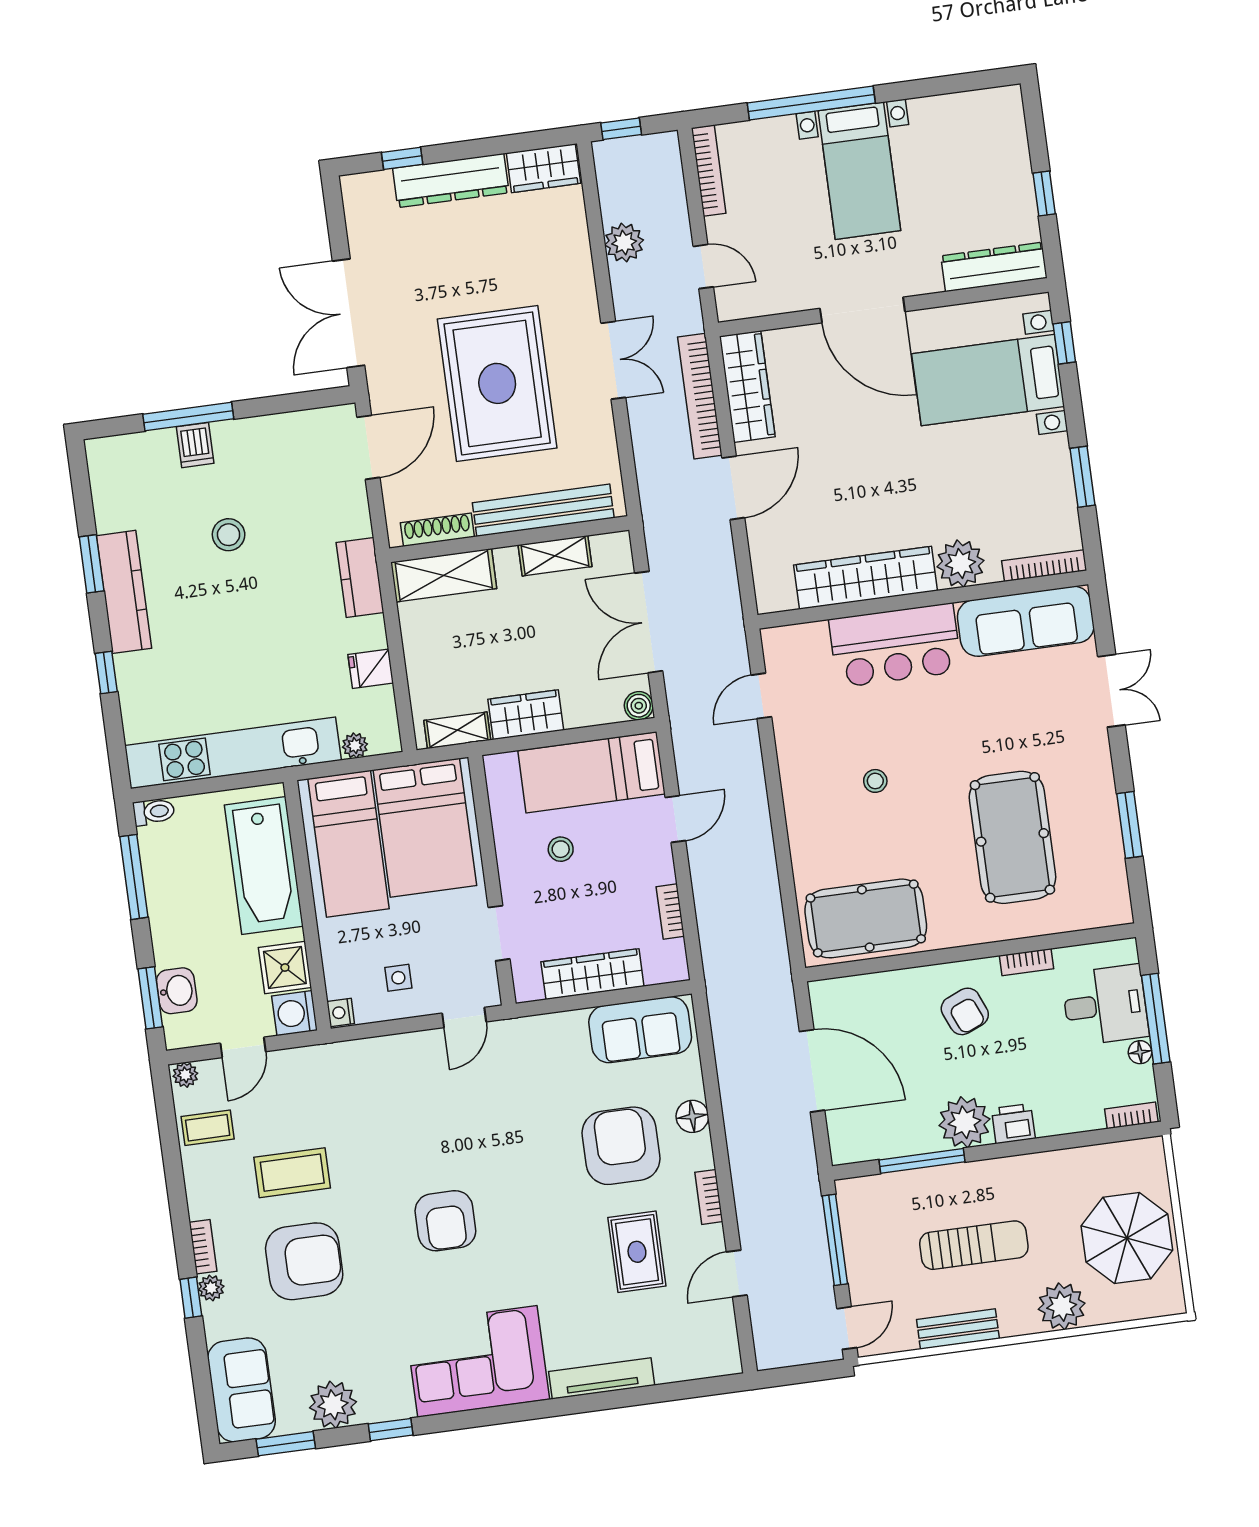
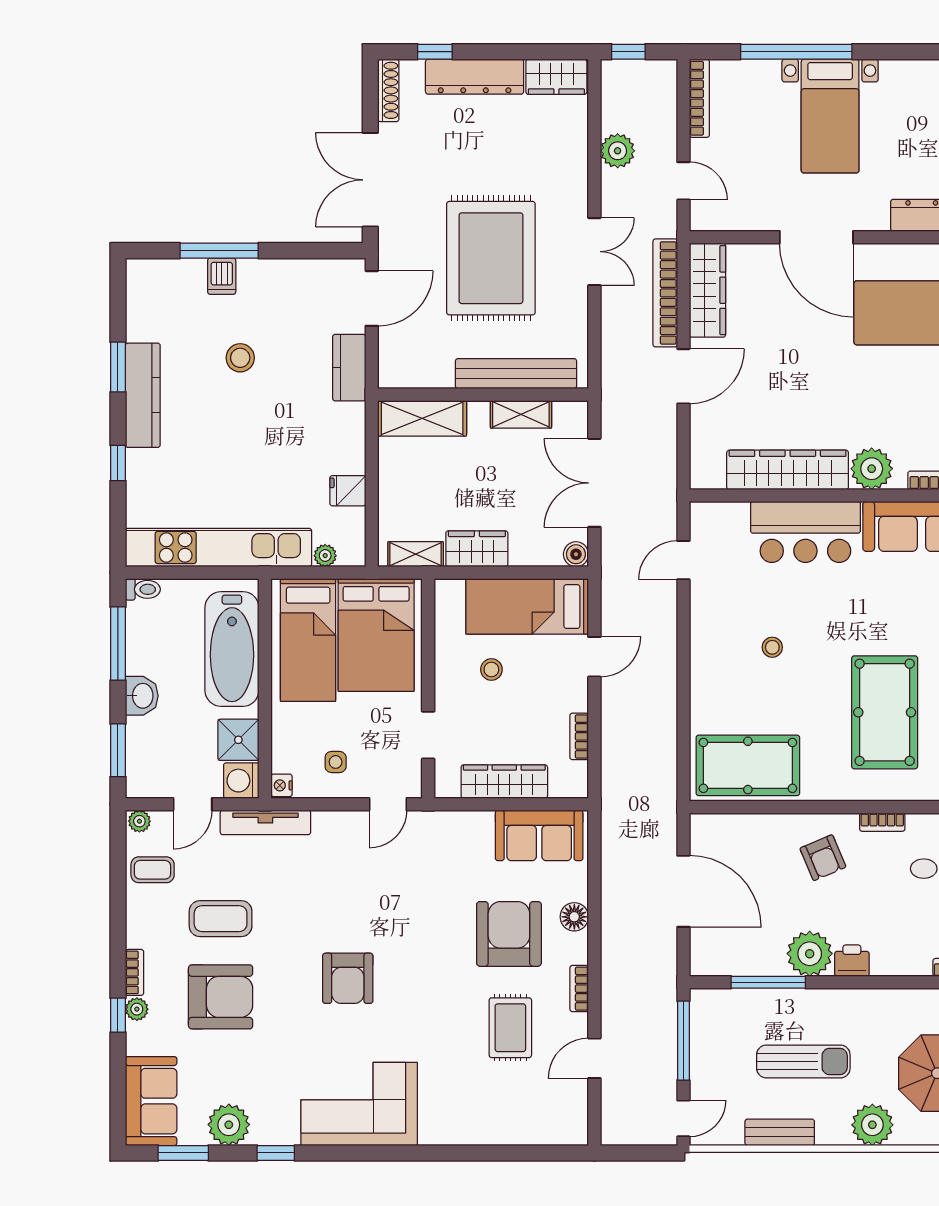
shoe rack: (437, 530) -> (388, 90), moved, turned 90
kitchen counter: (360, 578) -> (349, 368), moved
washbasin: (177, 991) -> (142, 696), moved
tv unit: (602, 1378) -> (265, 822), moved, turned 180

